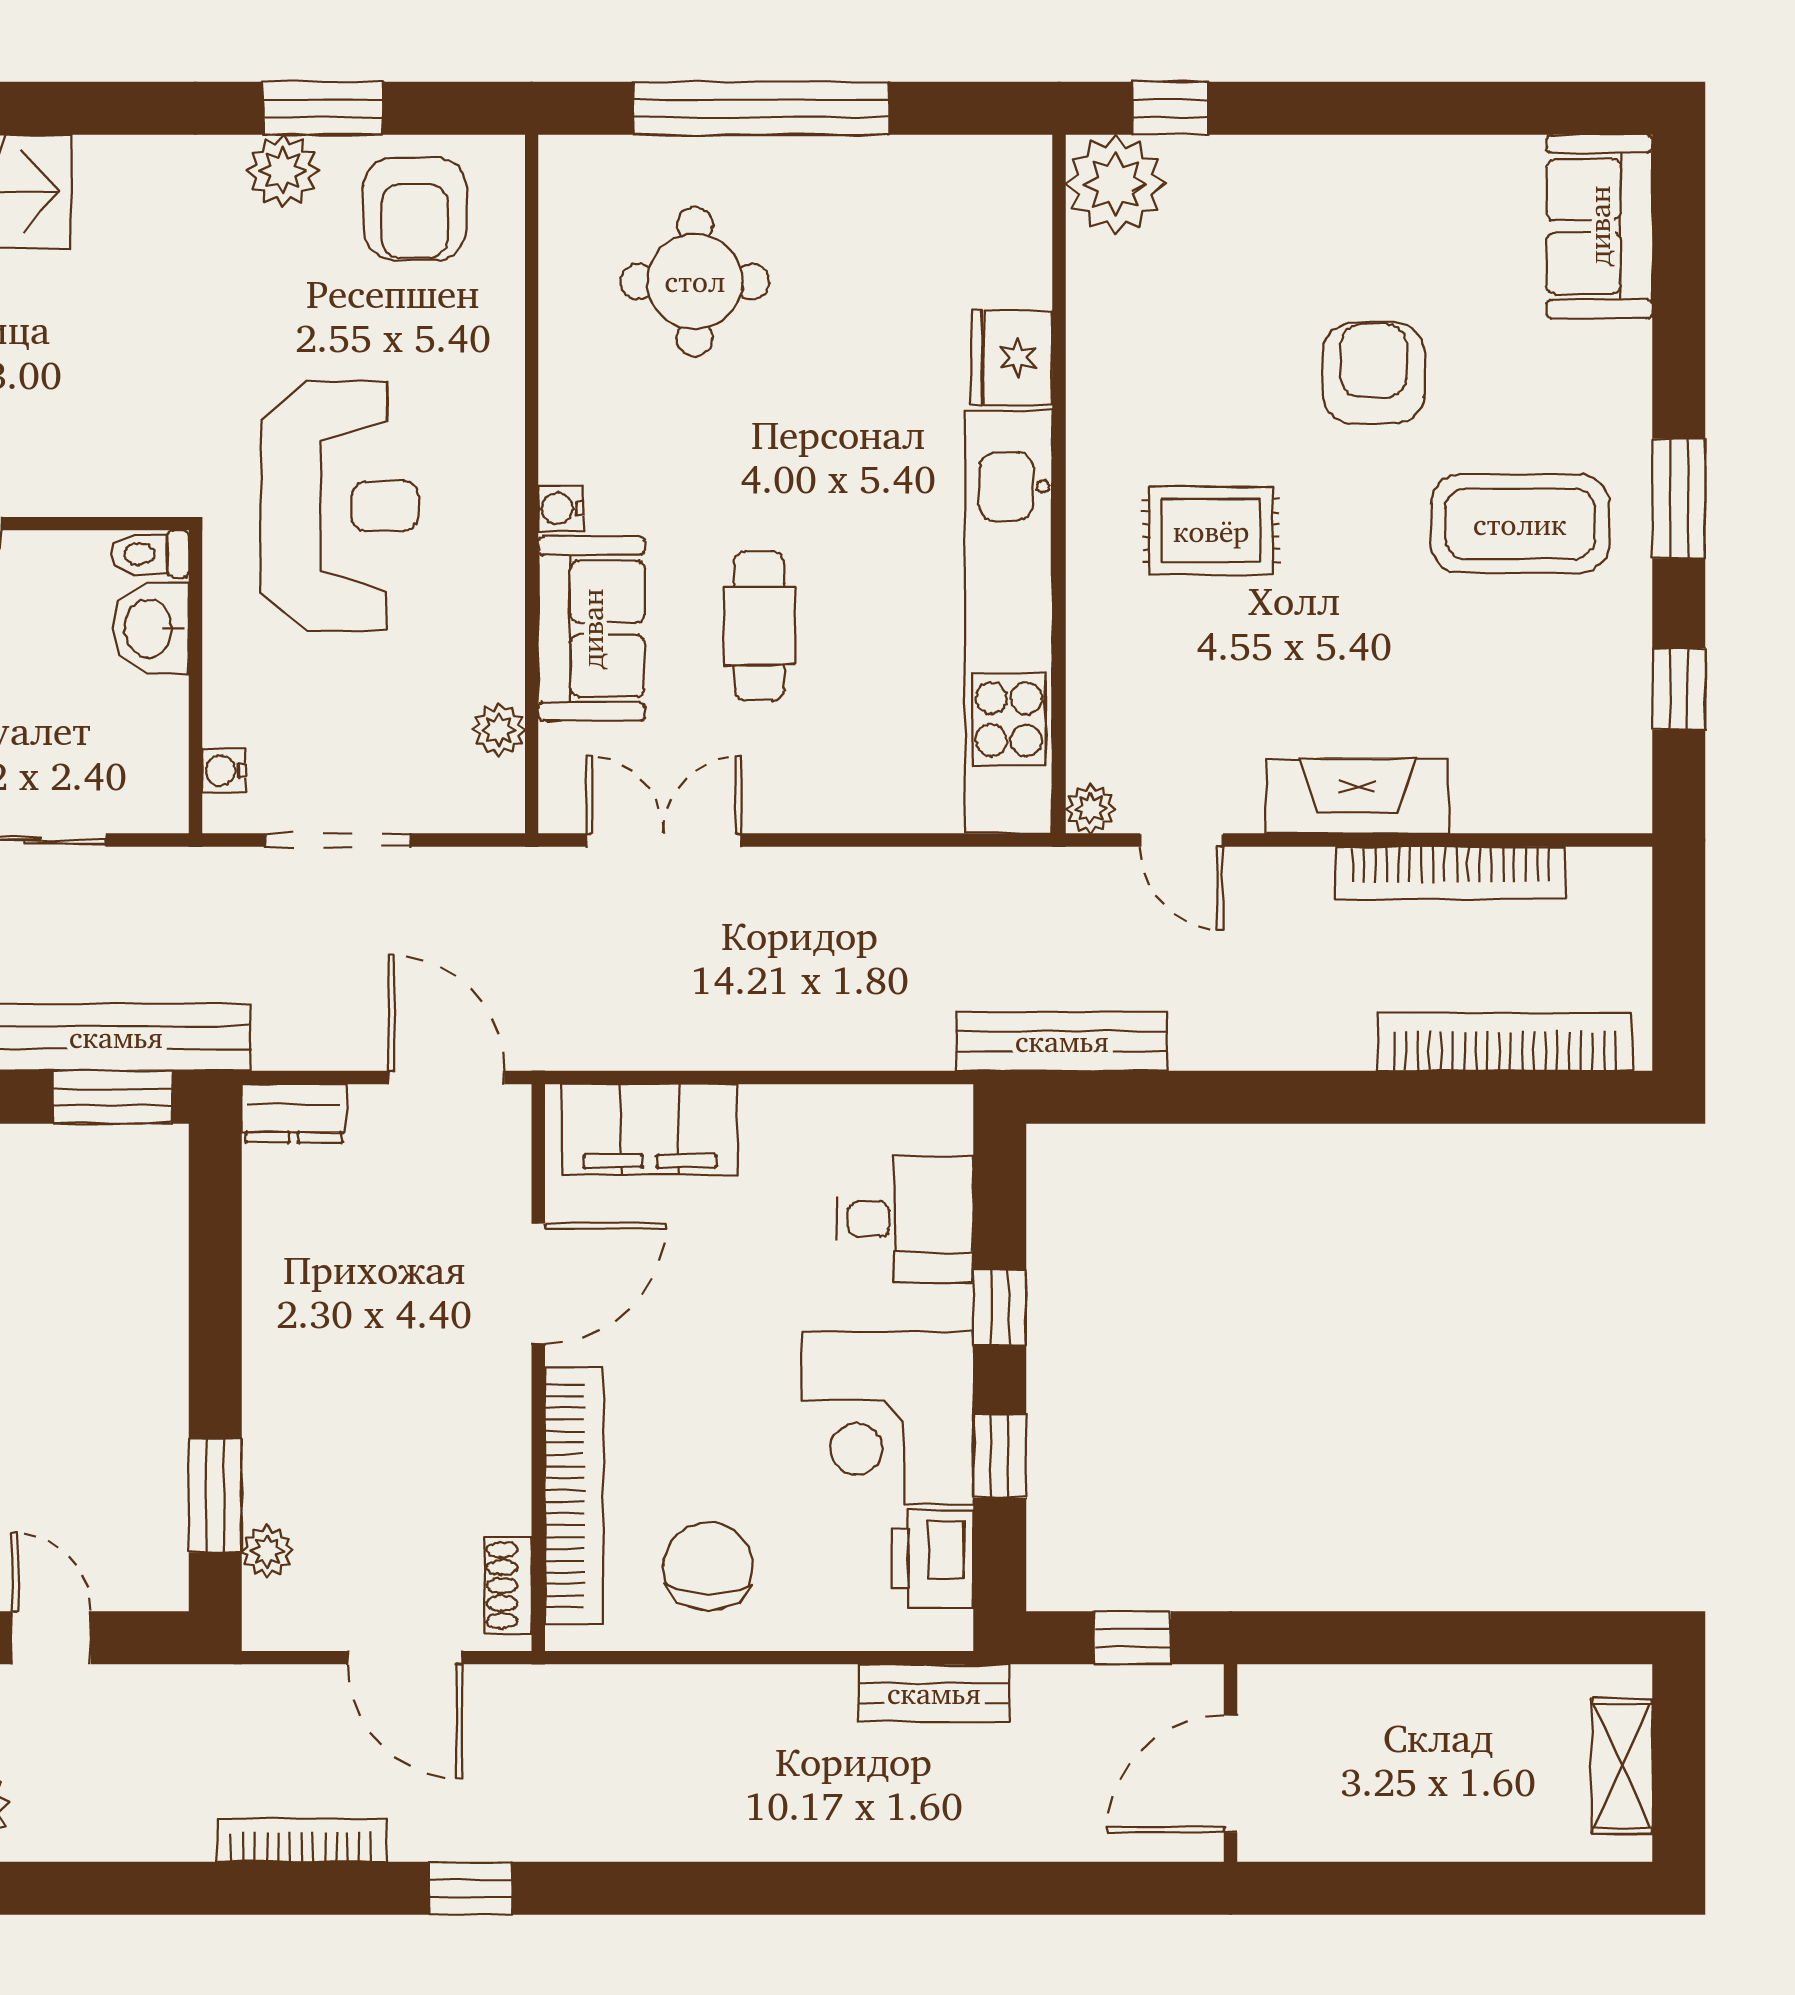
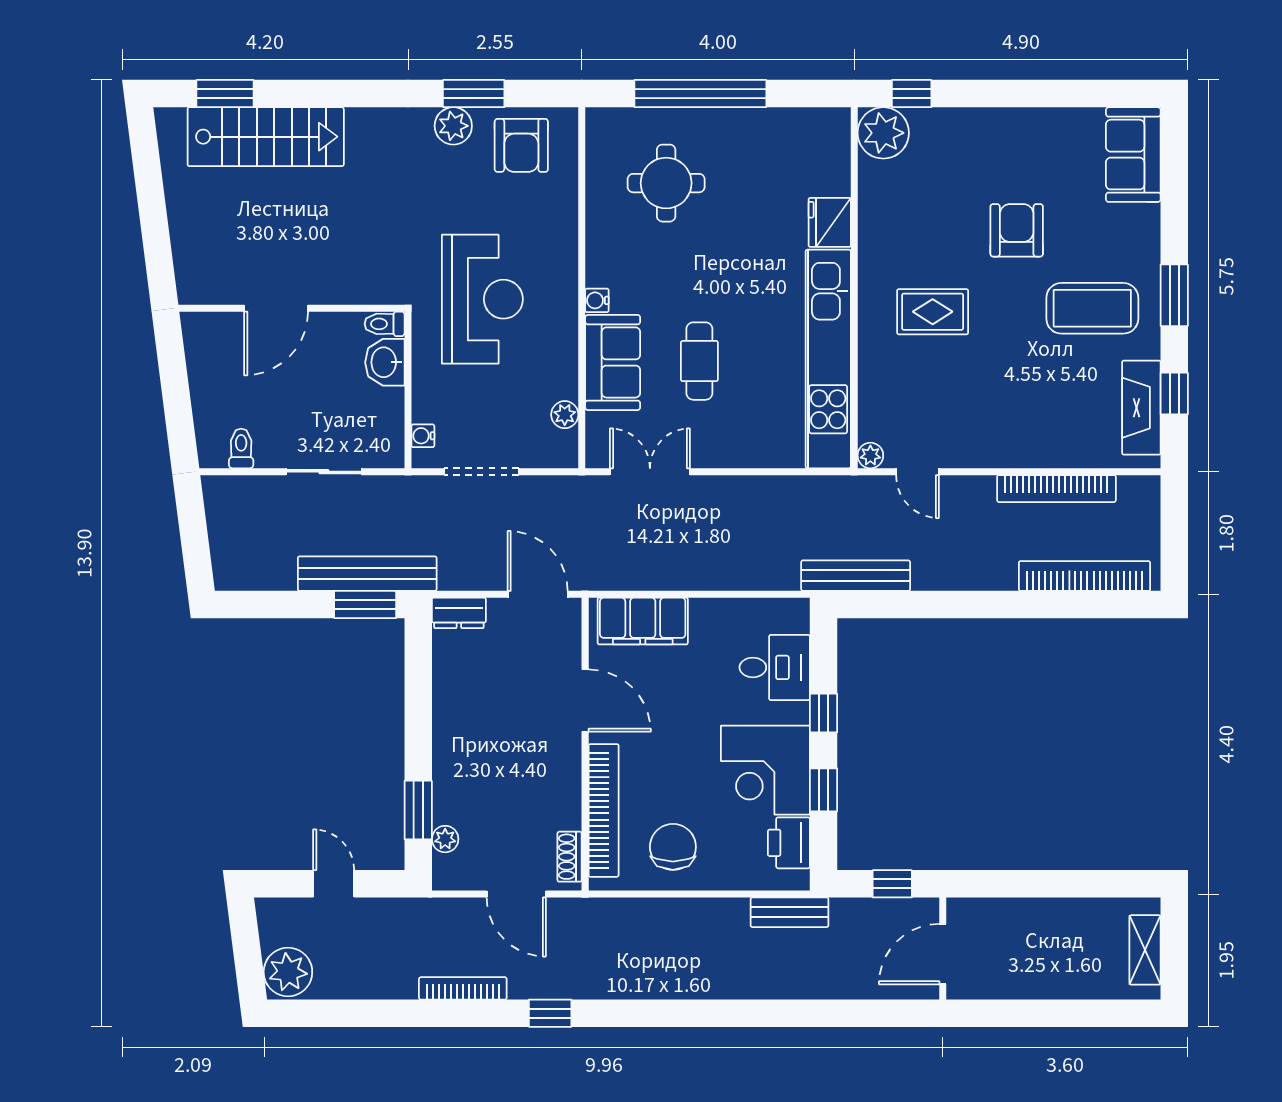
fireplace: (1358, 796) -> (1141, 408), moved, turned -90
door: (538, 1283) -> (585, 701), hinge flipped

